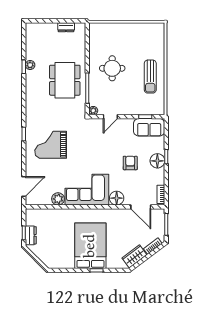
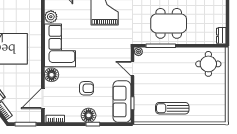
dresser: (66, 27) -> (221, 36), moved
round table: (112, 68) -> (208, 64), moved
sofa: (149, 127) -> (122, 102), width x1.36

